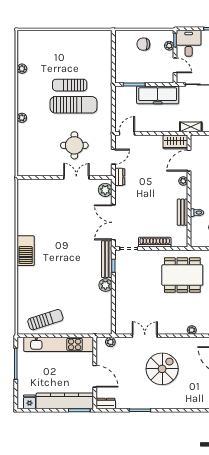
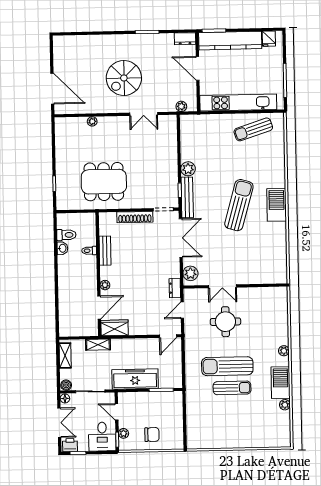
barbecue: (25, 89) -> (281, 383), added
sun lounger: (60, 251) -> (239, 205), added

